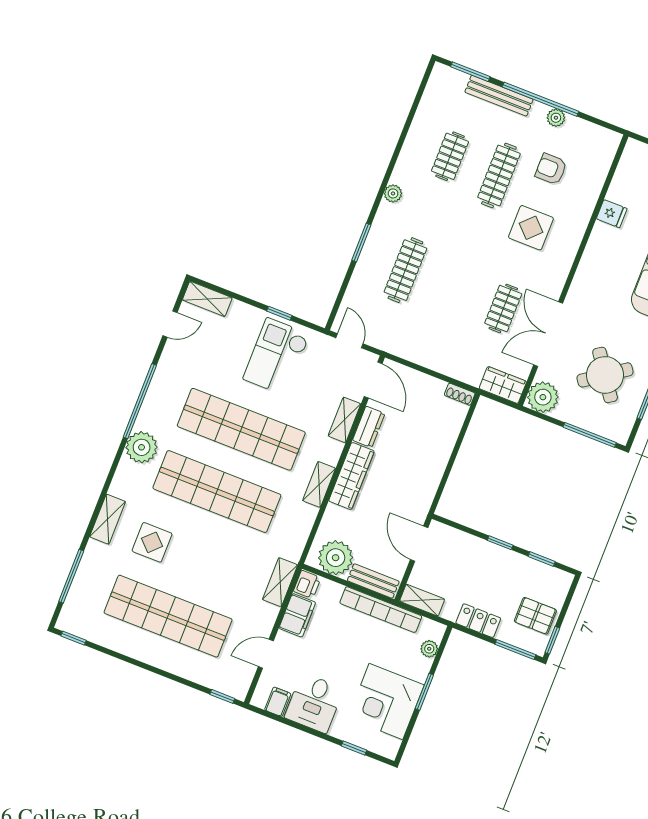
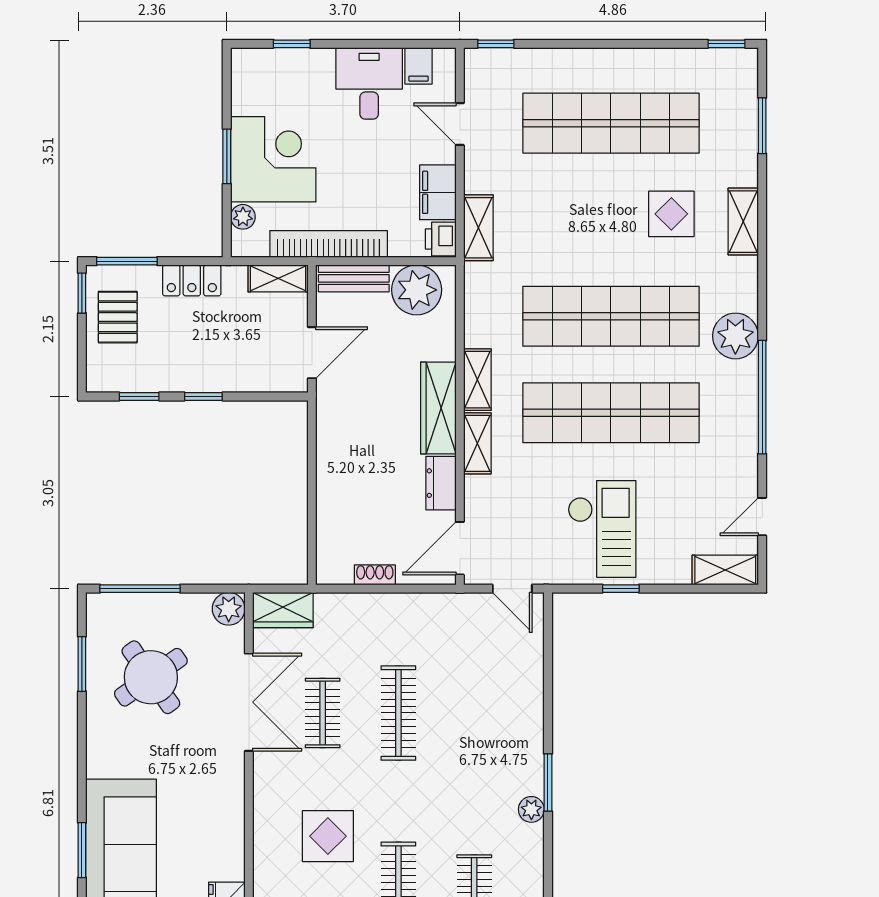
window: (361, 243) -> (548, 782), moved
clothes rail: (405, 270) -> (398, 713), moved
door: (373, 380) -> (460, 548), hinge flipped
shoe rack: (460, 394) -> (375, 575), moved
plant: (543, 397) -> (229, 609), width x0.73, depth x0.73
shelving: (344, 420) -> (477, 443), moved
door: (419, 544) -> (312, 353), hinge flipped
window: (71, 576) -> (762, 126), width x0.69
pallet: (535, 616) -> (118, 317), turned 90
door: (266, 654) -> (460, 124), swing flipped
corner desk: (386, 702) -> (273, 159), moved

